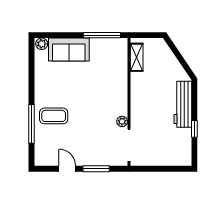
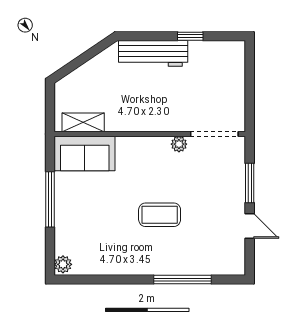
window: (102, 35) -> (50, 199), moved
sofa: (69, 50) -> (85, 154), moved, turned 90
coffee table: (54, 116) -> (160, 215), moved, turned 90
door: (67, 169) -> (250, 226), swing flipped

